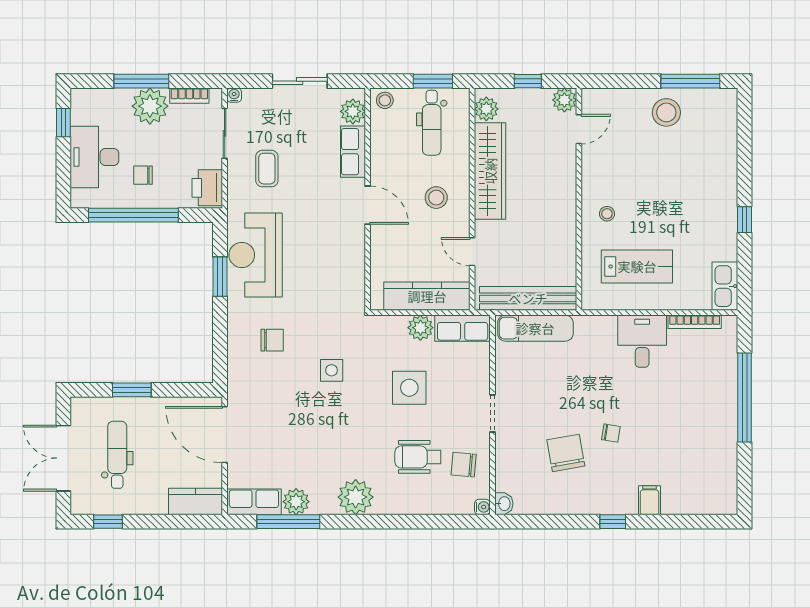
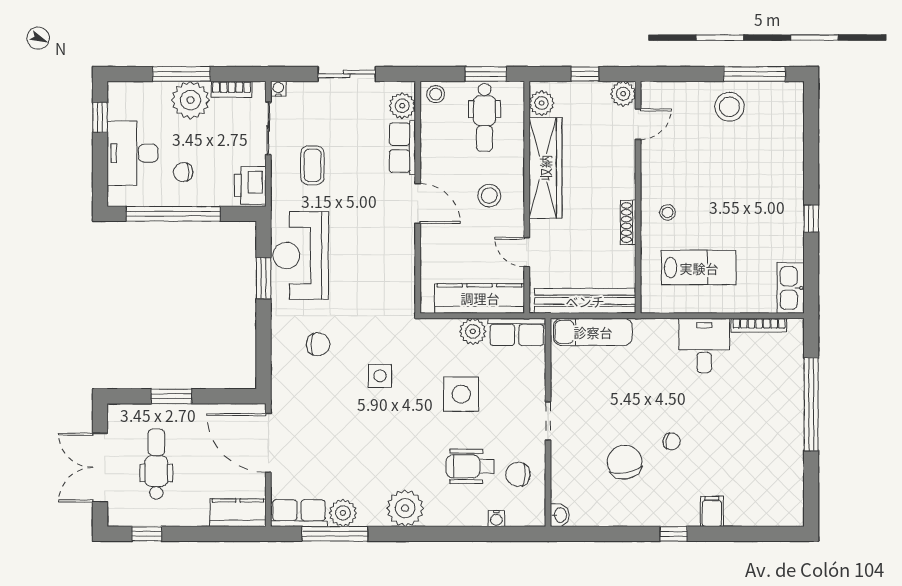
shoe rack: (569, 223) -> (628, 223), added
water cooler: (482, 507) -> (496, 519), moved, turned 90

